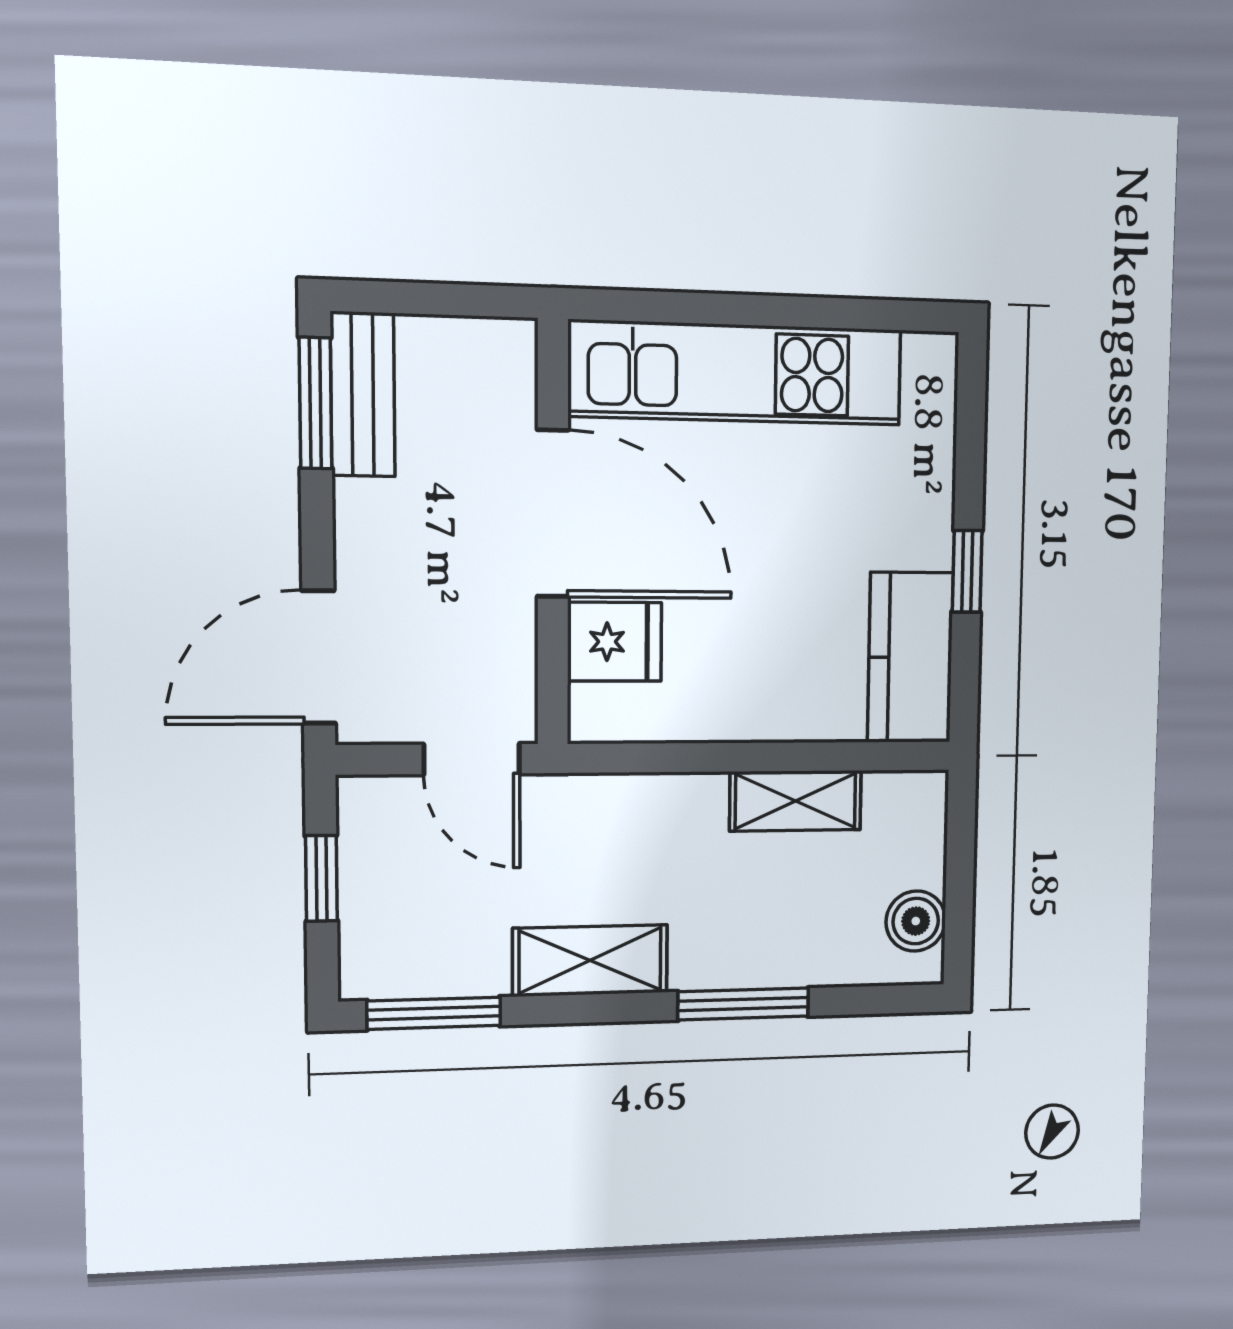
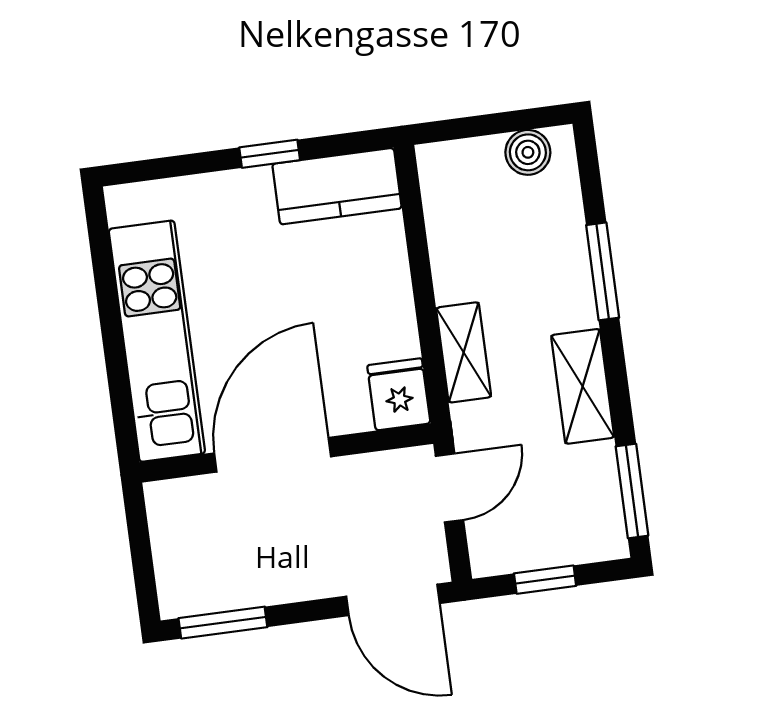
bench: (363, 394) -> (212, 592), removed
fridge: (615, 642) -> (399, 394), moved
shelving: (796, 801) -> (464, 352), moved

